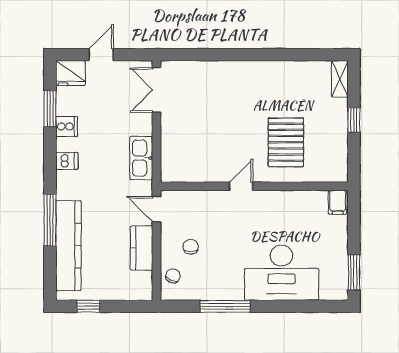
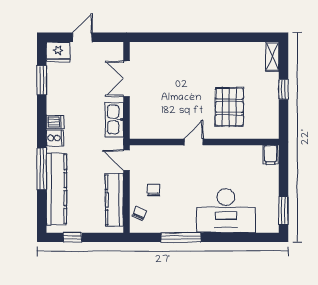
double door: (156, 90) -> (126, 79), moved
cooker: (67, 127) -> (55, 138), moved
kitchen counter: (142, 248) -> (115, 200), width x1.50

